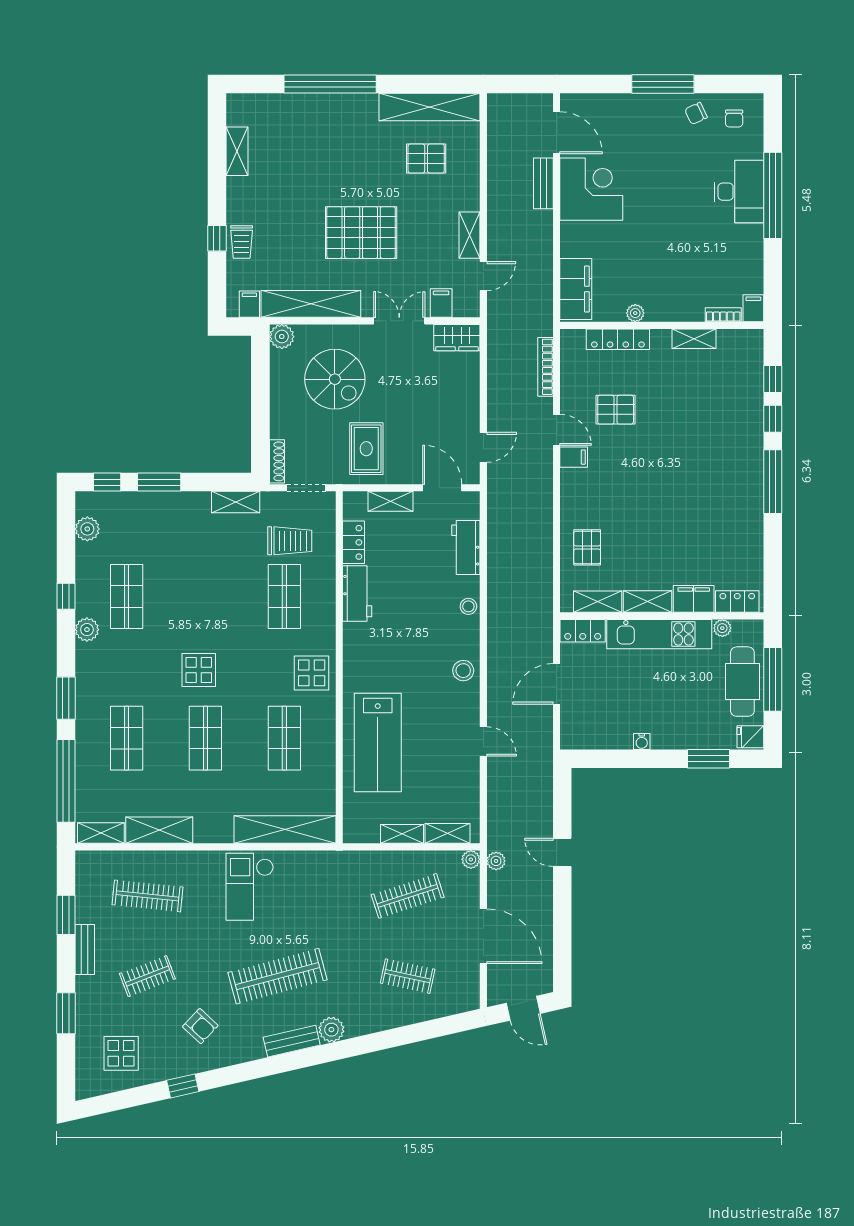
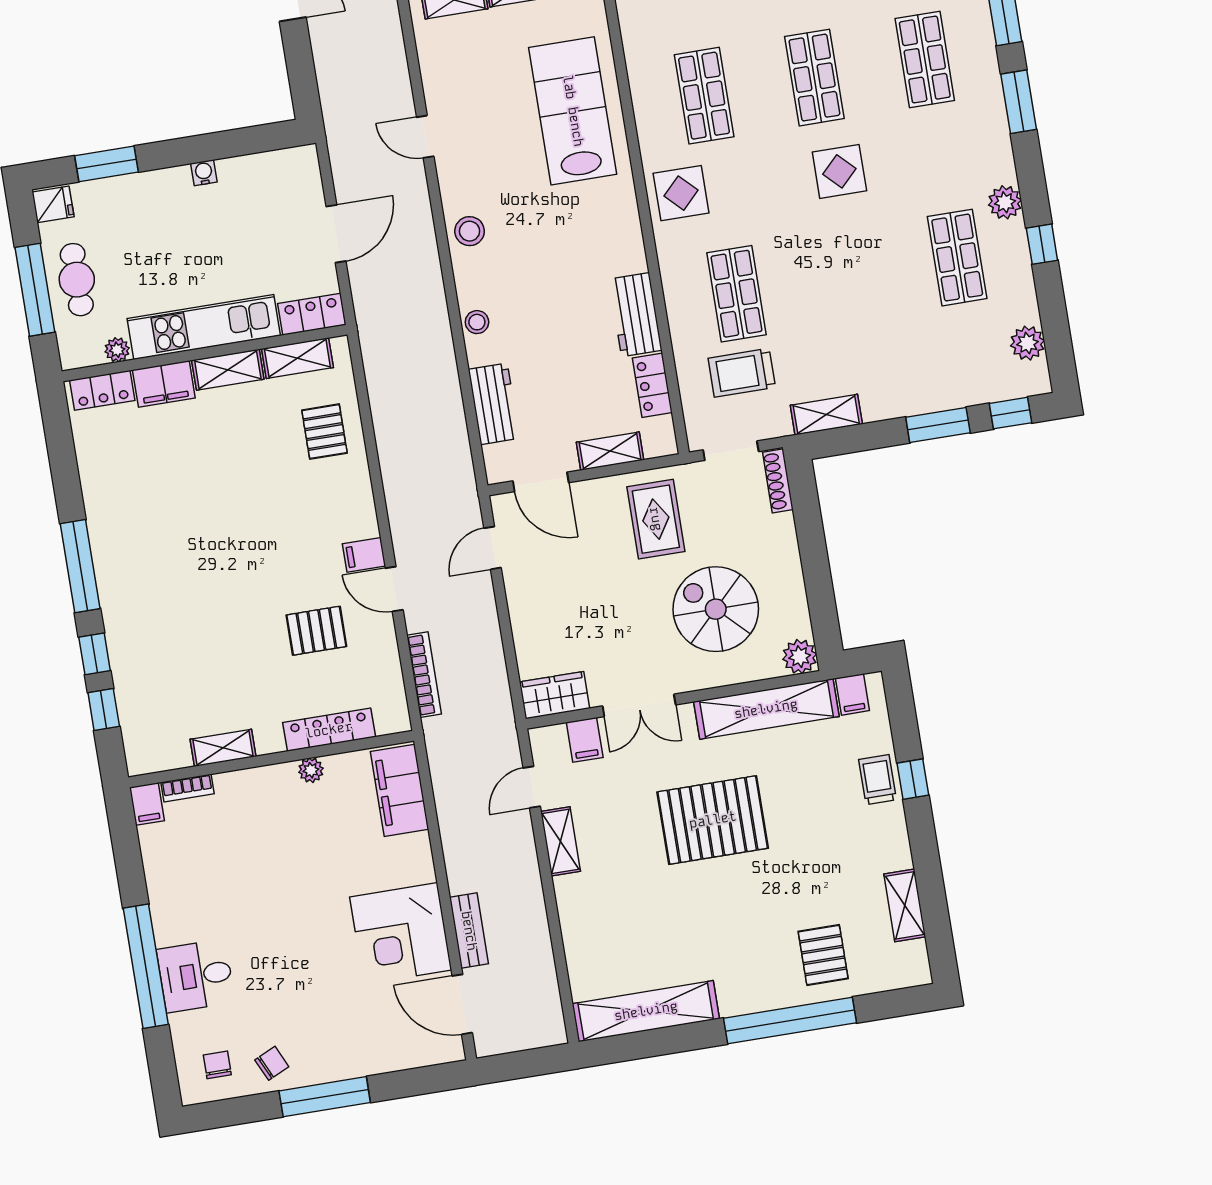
pallet: (426, 159) -> (823, 955), moved, turned 90
desk: (739, 192) -> (196, 976), width x0.73
cafe table: (742, 682) -> (77, 280), width x0.73, depth x0.74

